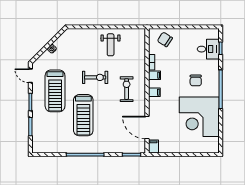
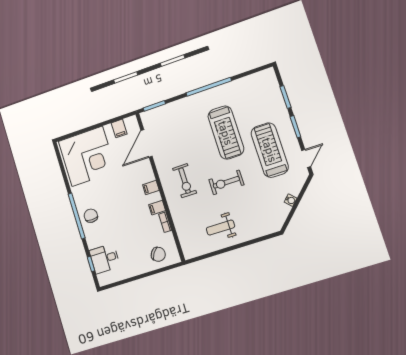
weight bench: (111, 45) -> (220, 228), turned -90
door: (30, 76) -> (306, 158), hinge flipped
chair: (196, 80) -> (91, 216), moved
treadmill: (83, 115) -> (226, 133), turned 180
corner desk: (199, 117) -> (87, 156), moved, turned 90
door: (147, 128) -> (146, 143), swing flipped
filing cabinet: (153, 146) -> (119, 128), moved

